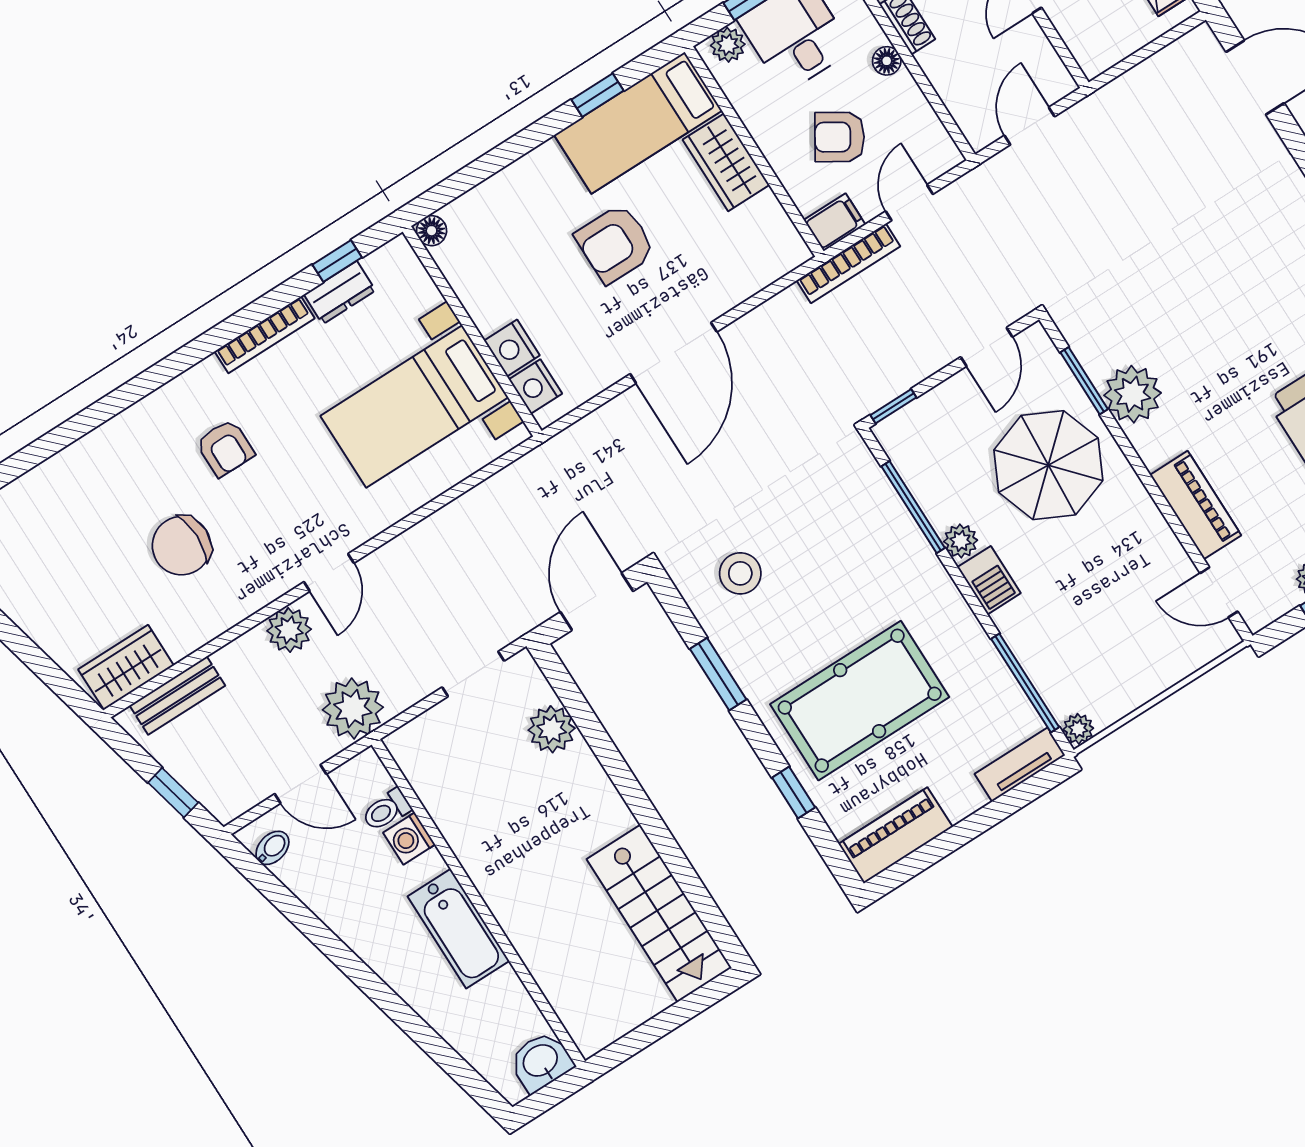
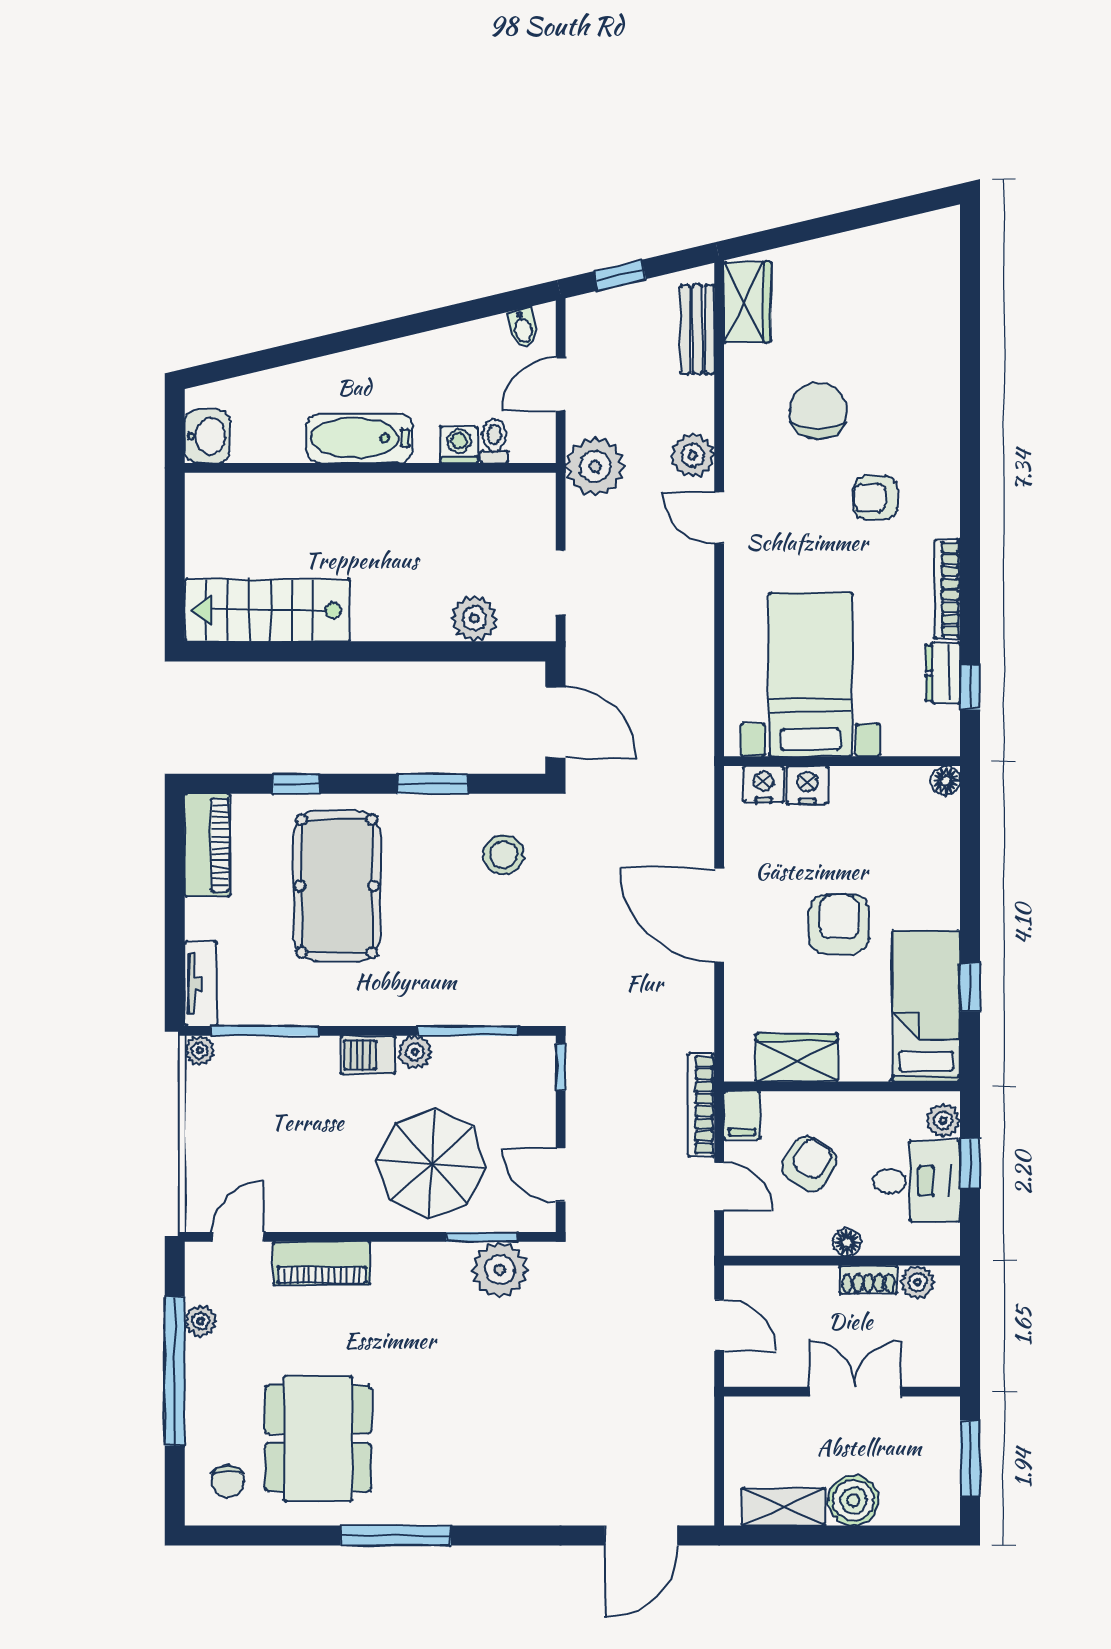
wardrobe: (726, 162) -> (797, 1058), moved
plant: (1133, 394) -> (500, 1270), moved

